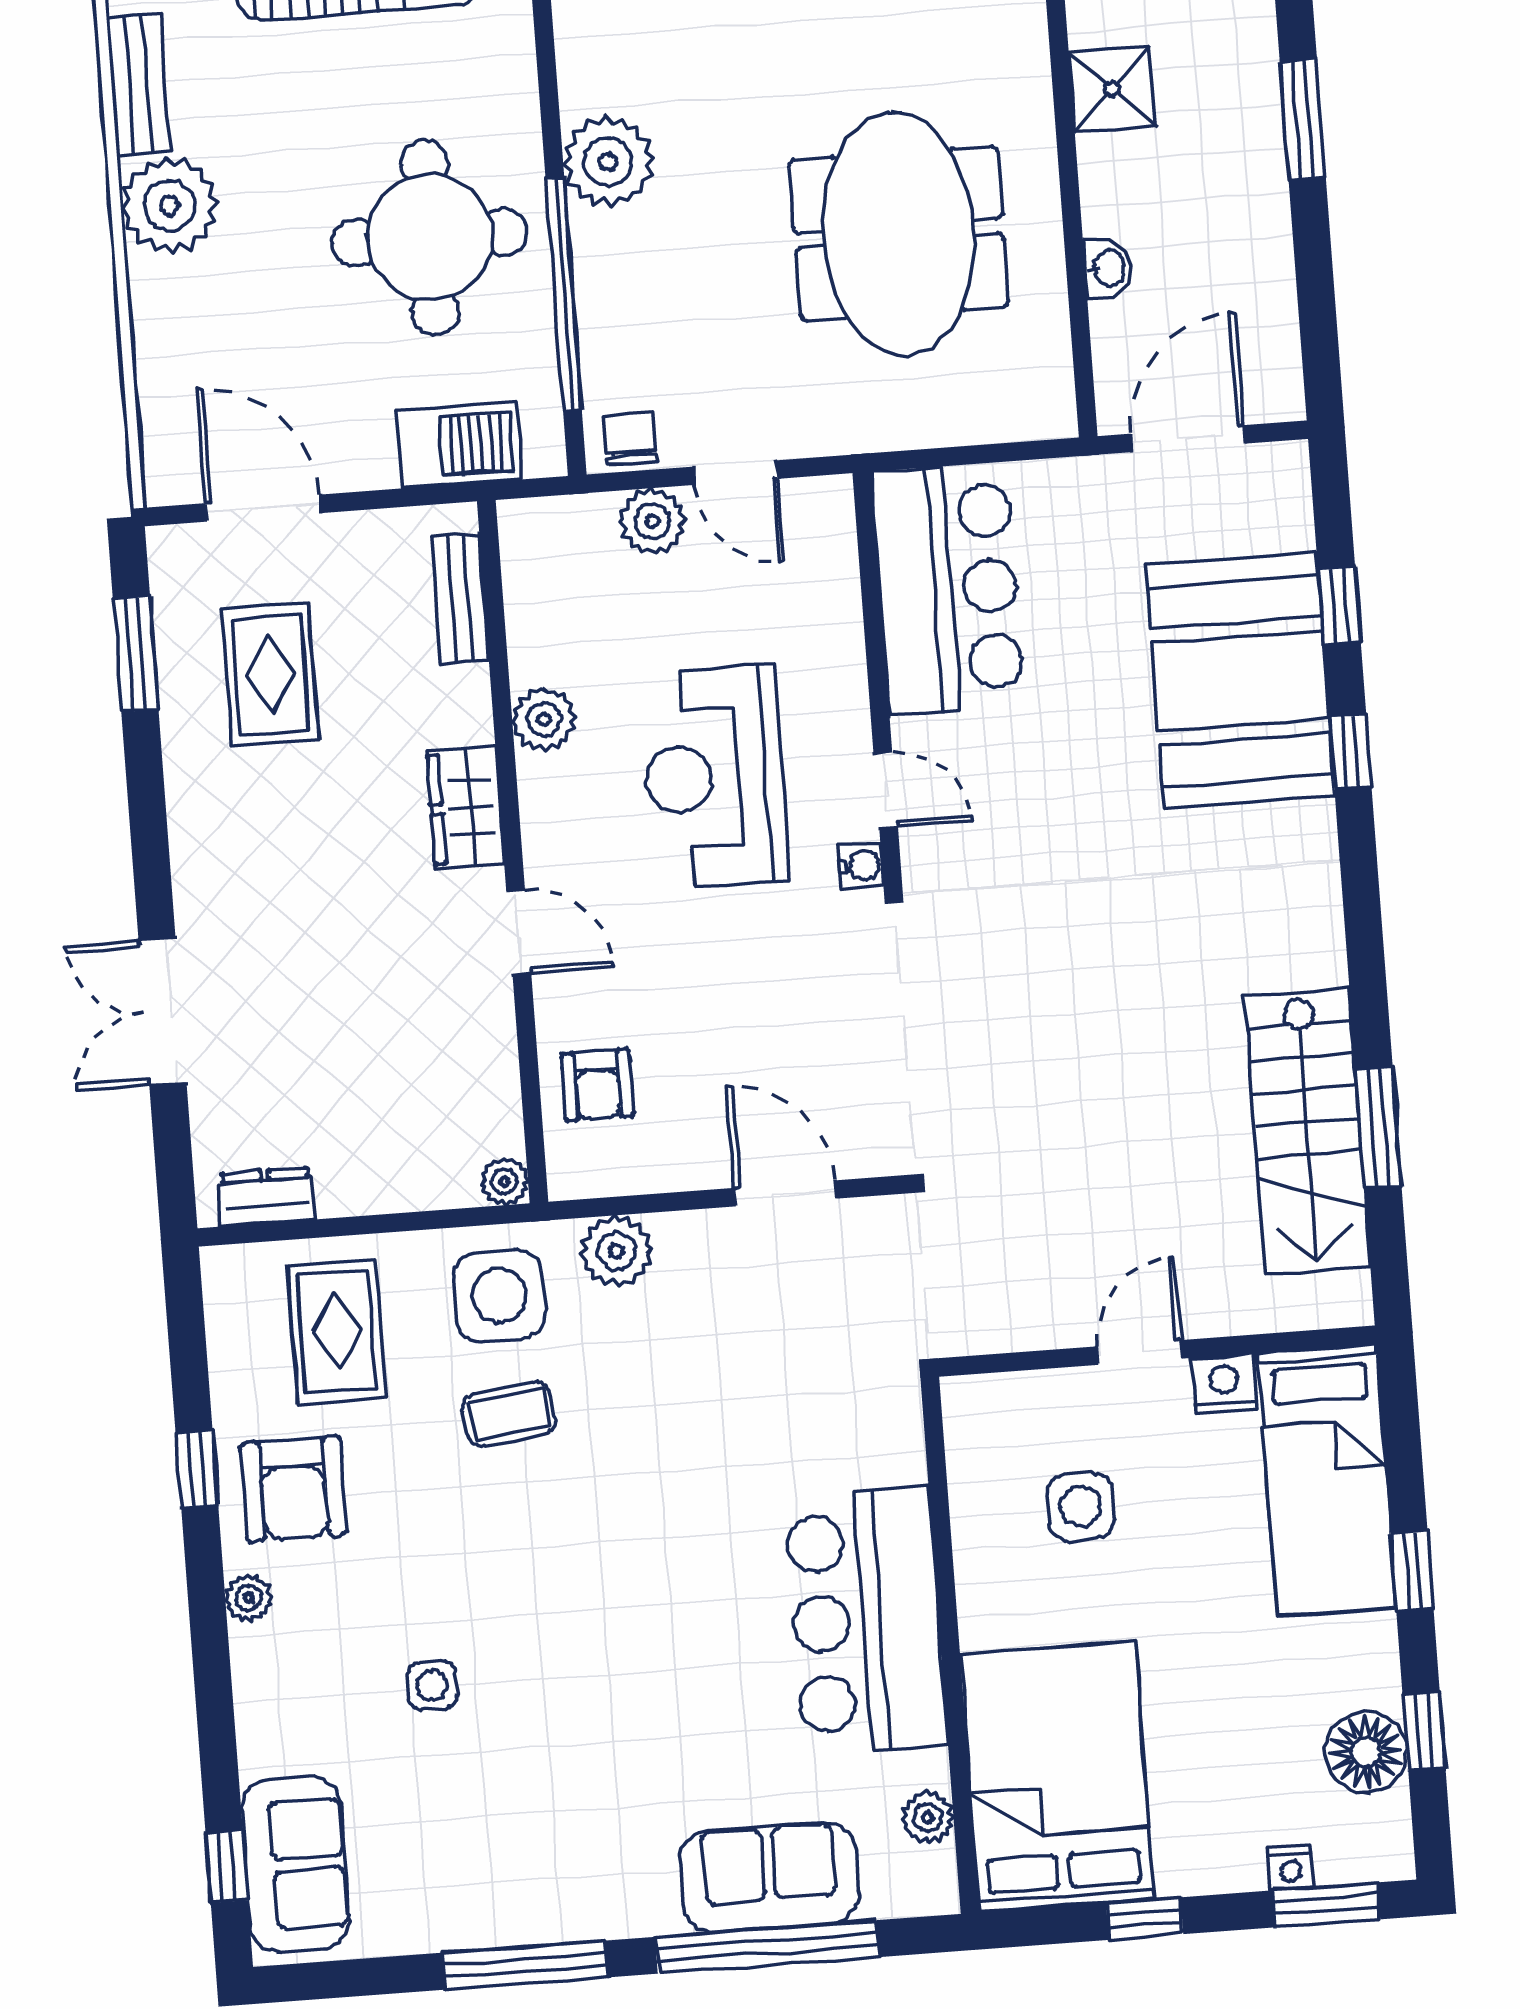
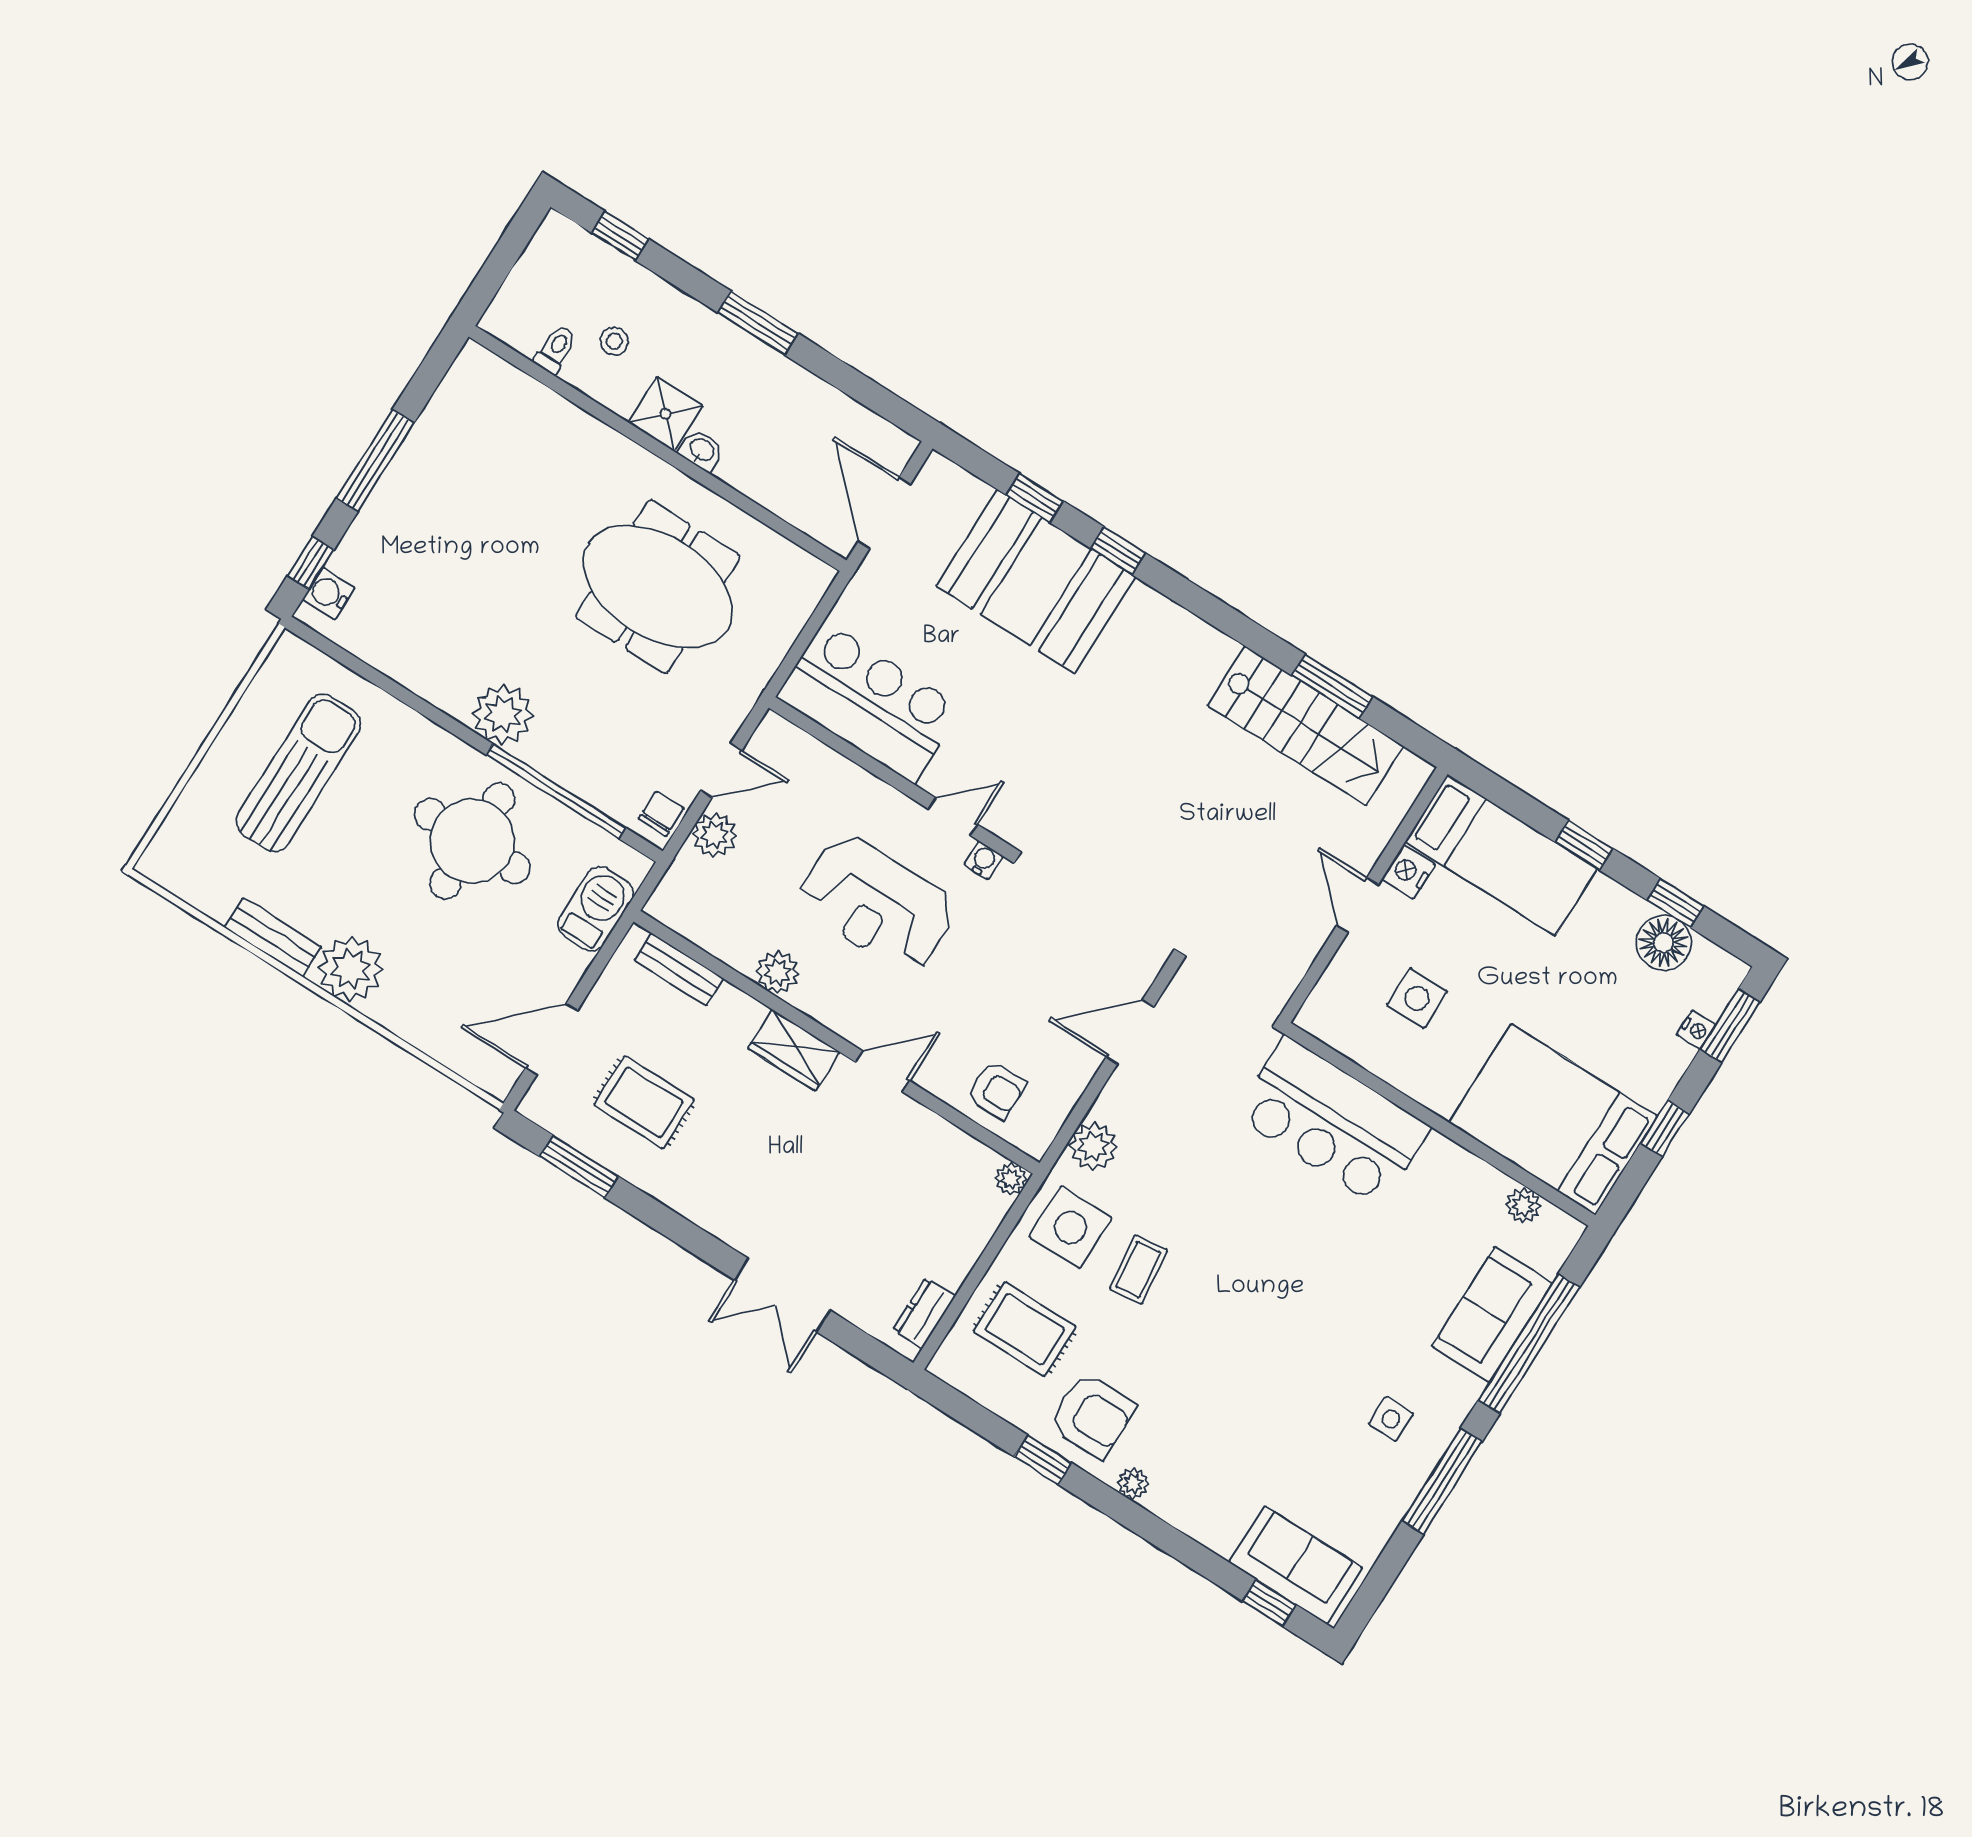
washbasin: (1108, 268) -> (702, 450), moved
chair: (630, 439) -> (661, 814), turned 90
bar counter: (866, 1621) -> (1333, 1122), moved
side table: (432, 1686) -> (1391, 1419), moved

